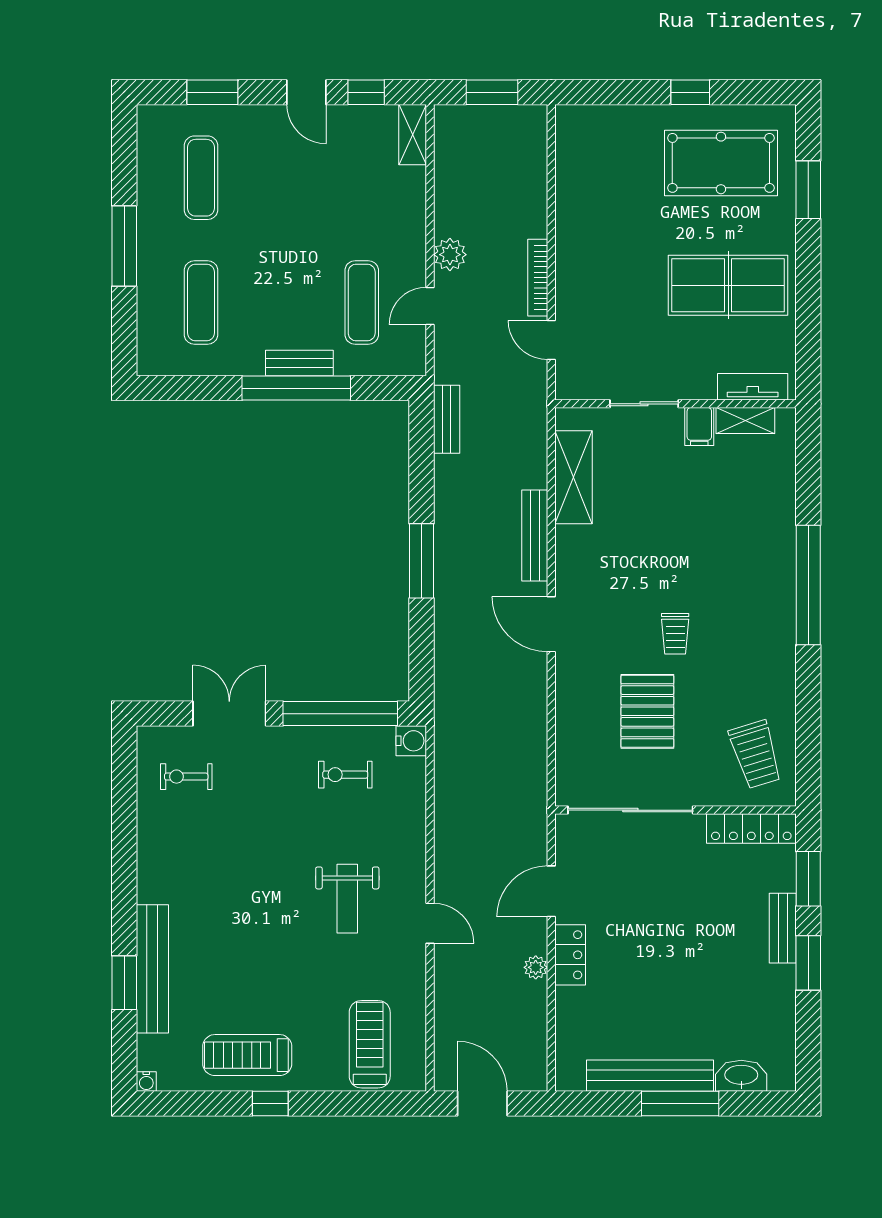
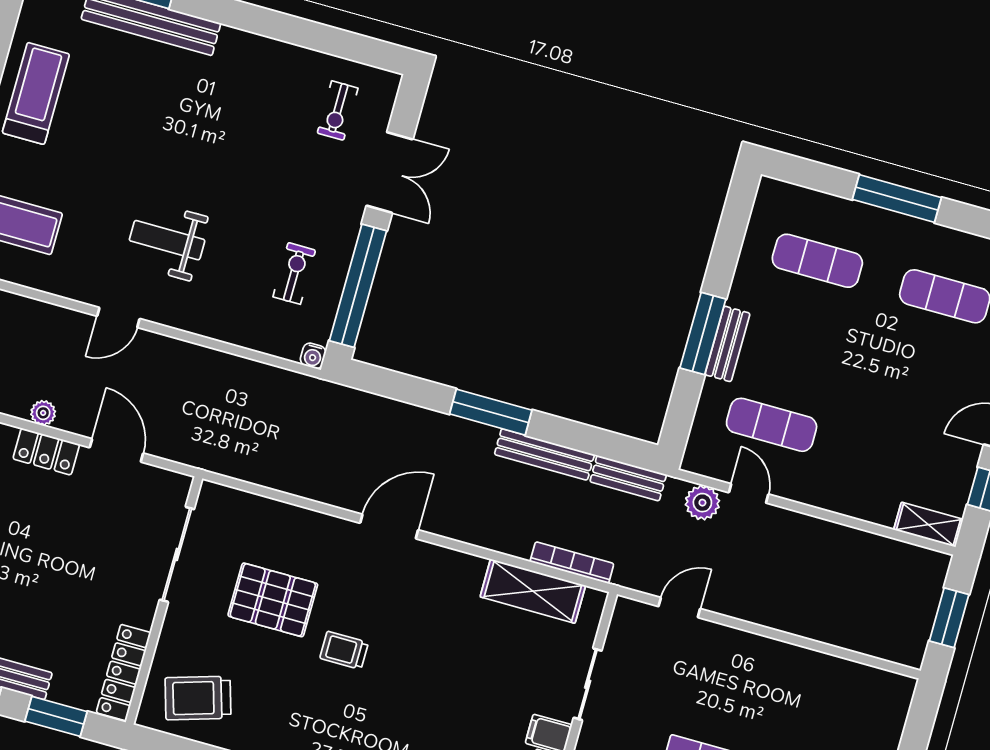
plant: (450, 255) -> (702, 503), moved
bookcase: (538, 278) -> (572, 563), moved
window: (296, 388) -> (703, 334), width x0.68
bench: (535, 535) -> (544, 454), moved
water cooler: (411, 741) -> (313, 356), width x0.72, depth x0.72
exercise bike: (186, 777) -> (338, 111), turned 180
sliding door: (630, 810) -> (177, 554), width x0.73

